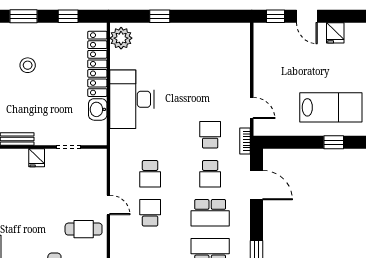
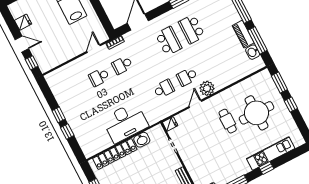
window: (188, 16) -> (59, 115), added
door: (307, 16) -> (22, 44), hinge flipped
plant: (121, 38) -> (207, 88), moved
fridge: (37, 158) -> (170, 124), moved
school desk: (210, 174) -> (99, 77), moved, turned 180
cafe table: (84, 229) -> (228, 121), moved

